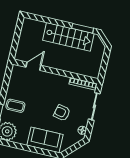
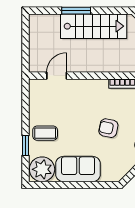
window: (83, 28) -> (76, 11), moved
sofa: (45, 140) -> (78, 169), moved

